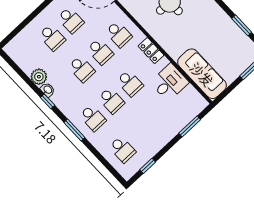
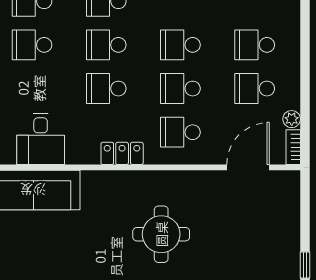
desk: (169, 82) -> (41, 139), moved
school desk: (141, 132) -> (32, 45), added

